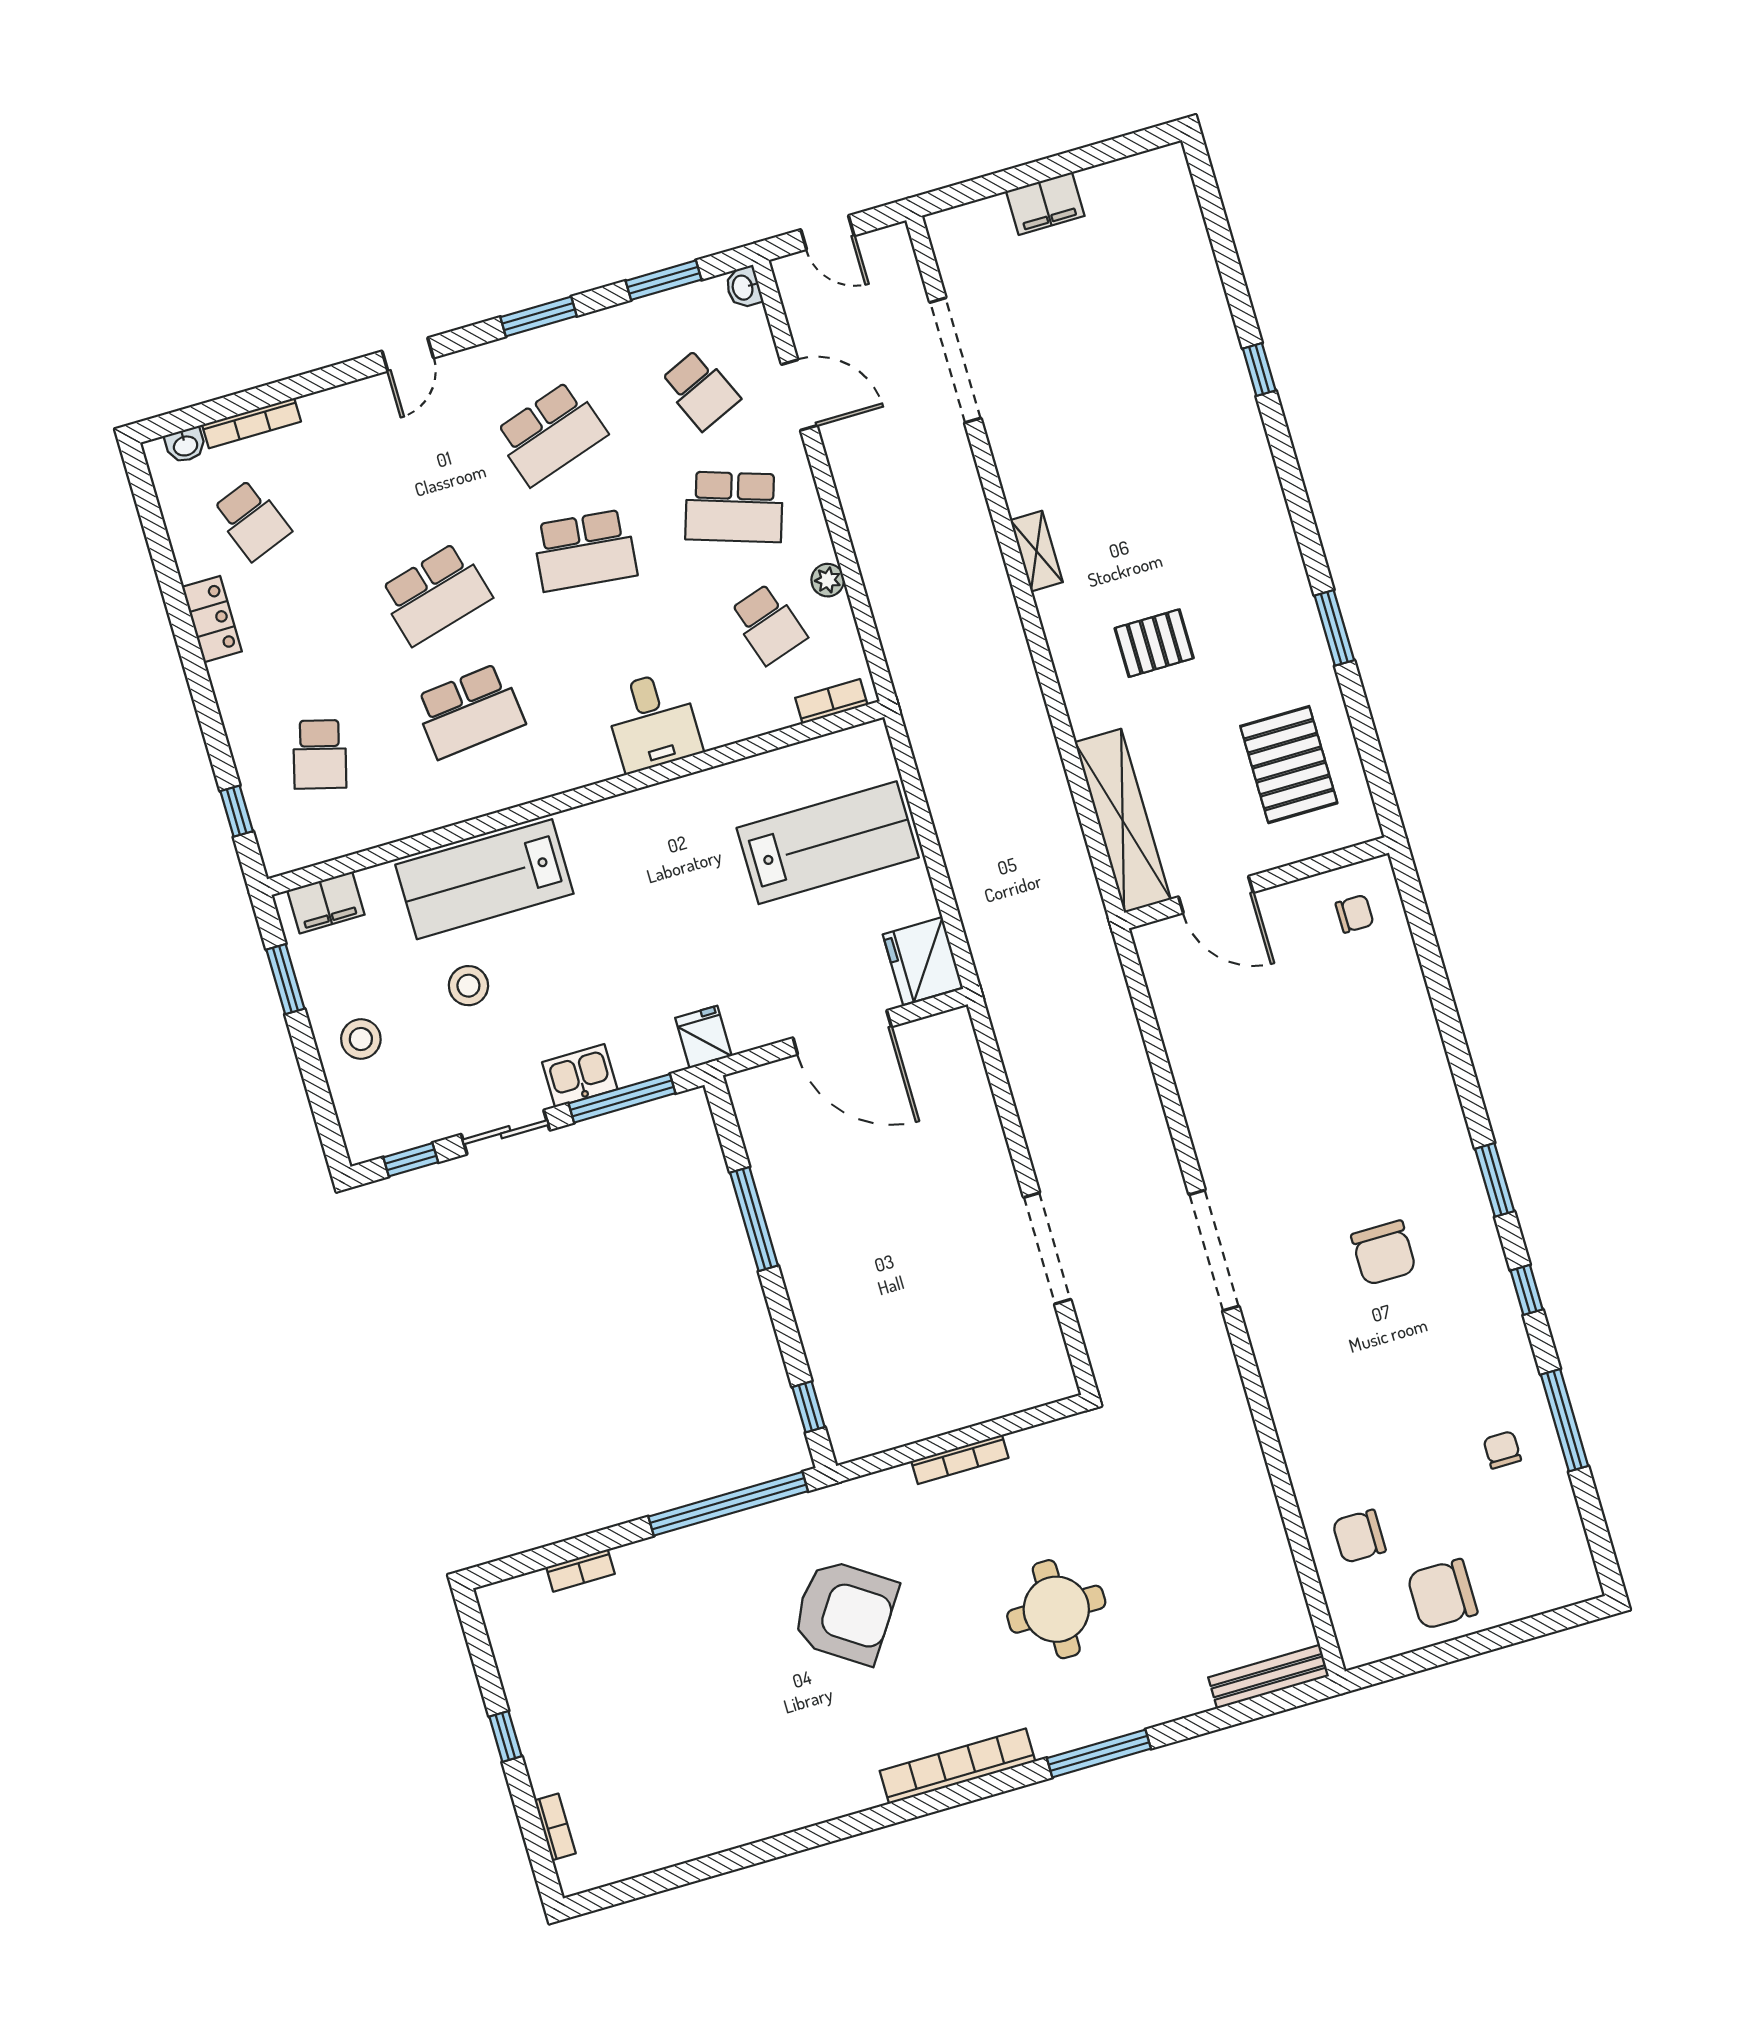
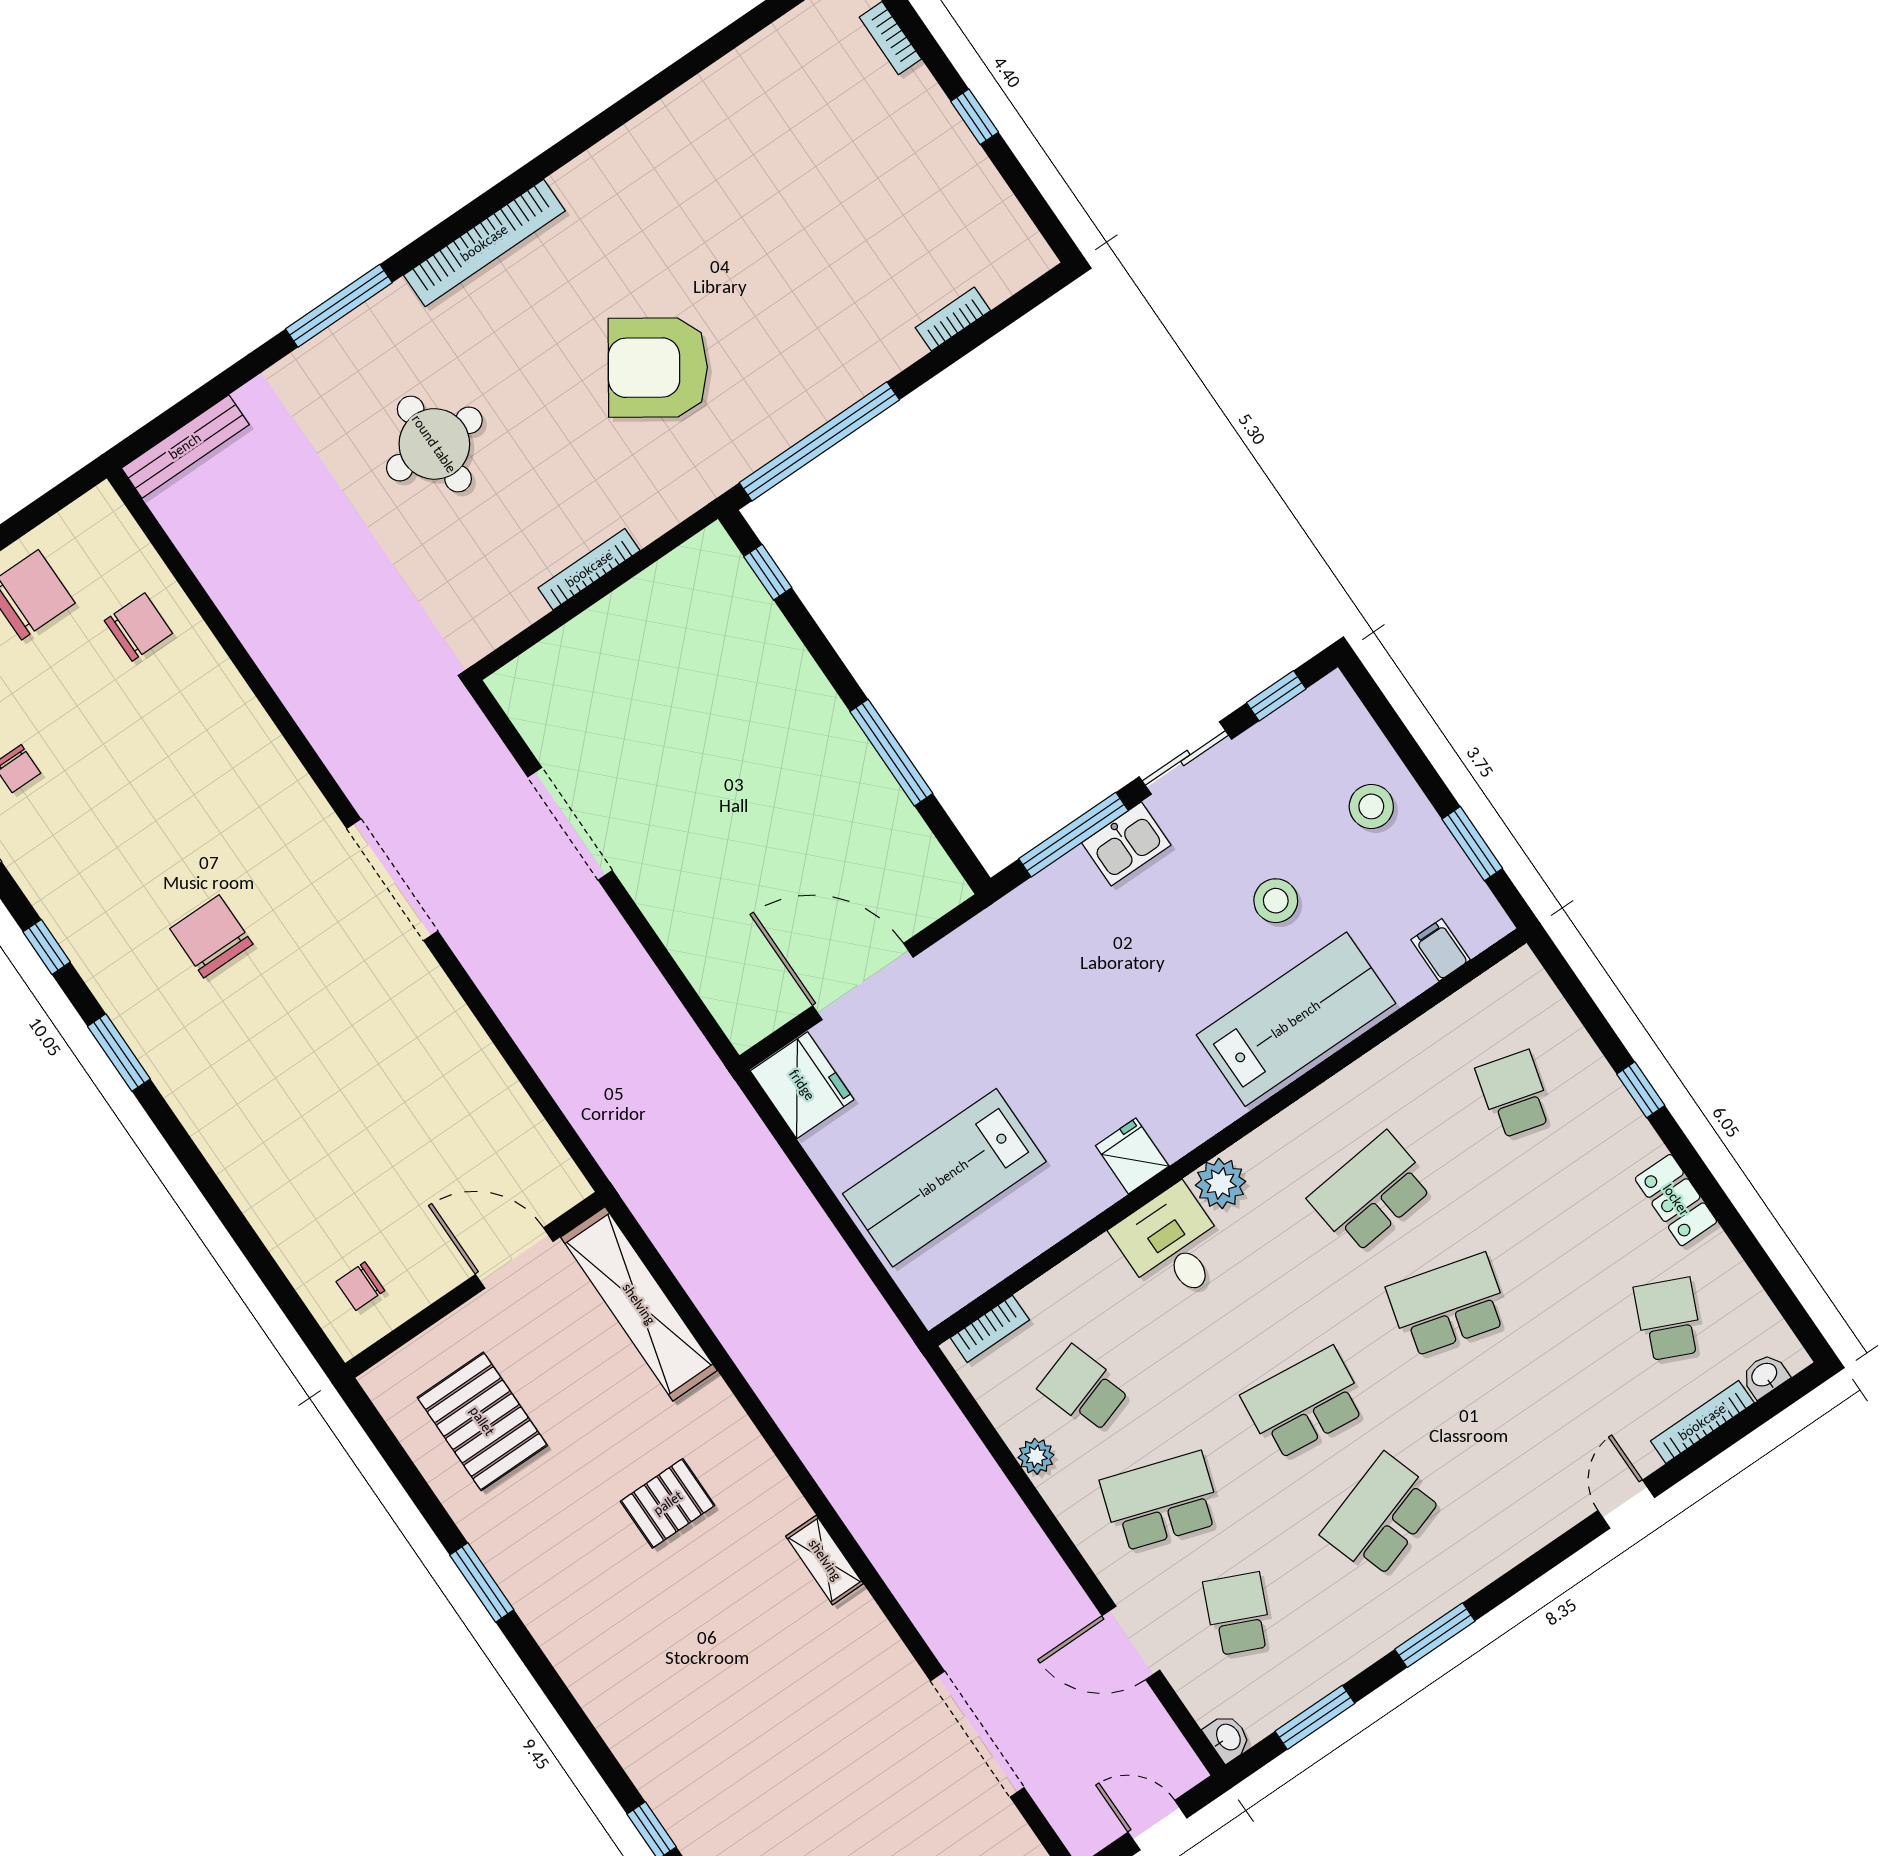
door: (408, 355) -> (1626, 1504), moved
school desk: (700, 390) -> (1238, 1614), turned 48
school desk: (252, 520) -> (1668, 1319), turned 45
school desk: (435, 594) -> (1448, 1305), turned 30
plant: (594, 761) -> (1221, 1183), added
window: (237, 811) -> (1641, 1090), moved
filing cabinet: (326, 902) -> (1440, 950), width x0.50
fridge: (703, 1037) -> (1132, 1156), moved, turned 180

